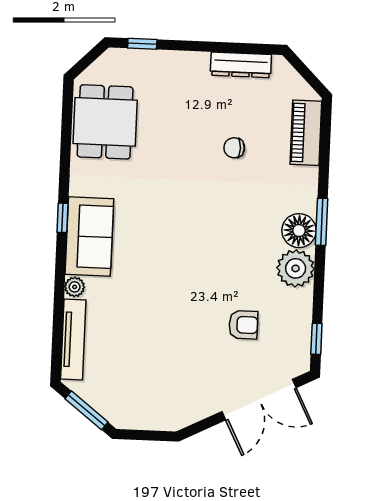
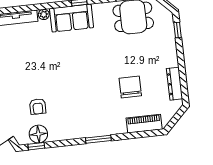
chair: (234, 148) -> (130, 87), width x1.87, depth x1.87
floor lamp: (299, 231) -> (38, 134), moved
plant: (296, 268) -> (72, 129), removed

